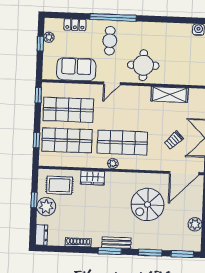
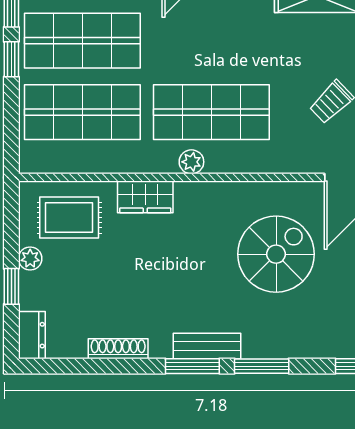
window: (36, 140) -> (11, 59), moved
window: (34, 200) -> (11, 286), moved
spiral stairs: (147, 204) -> (276, 254), turned 180
plant: (46, 207) -> (30, 259), width x0.53, depth x0.53
window: (150, 253) -> (262, 366), moved

